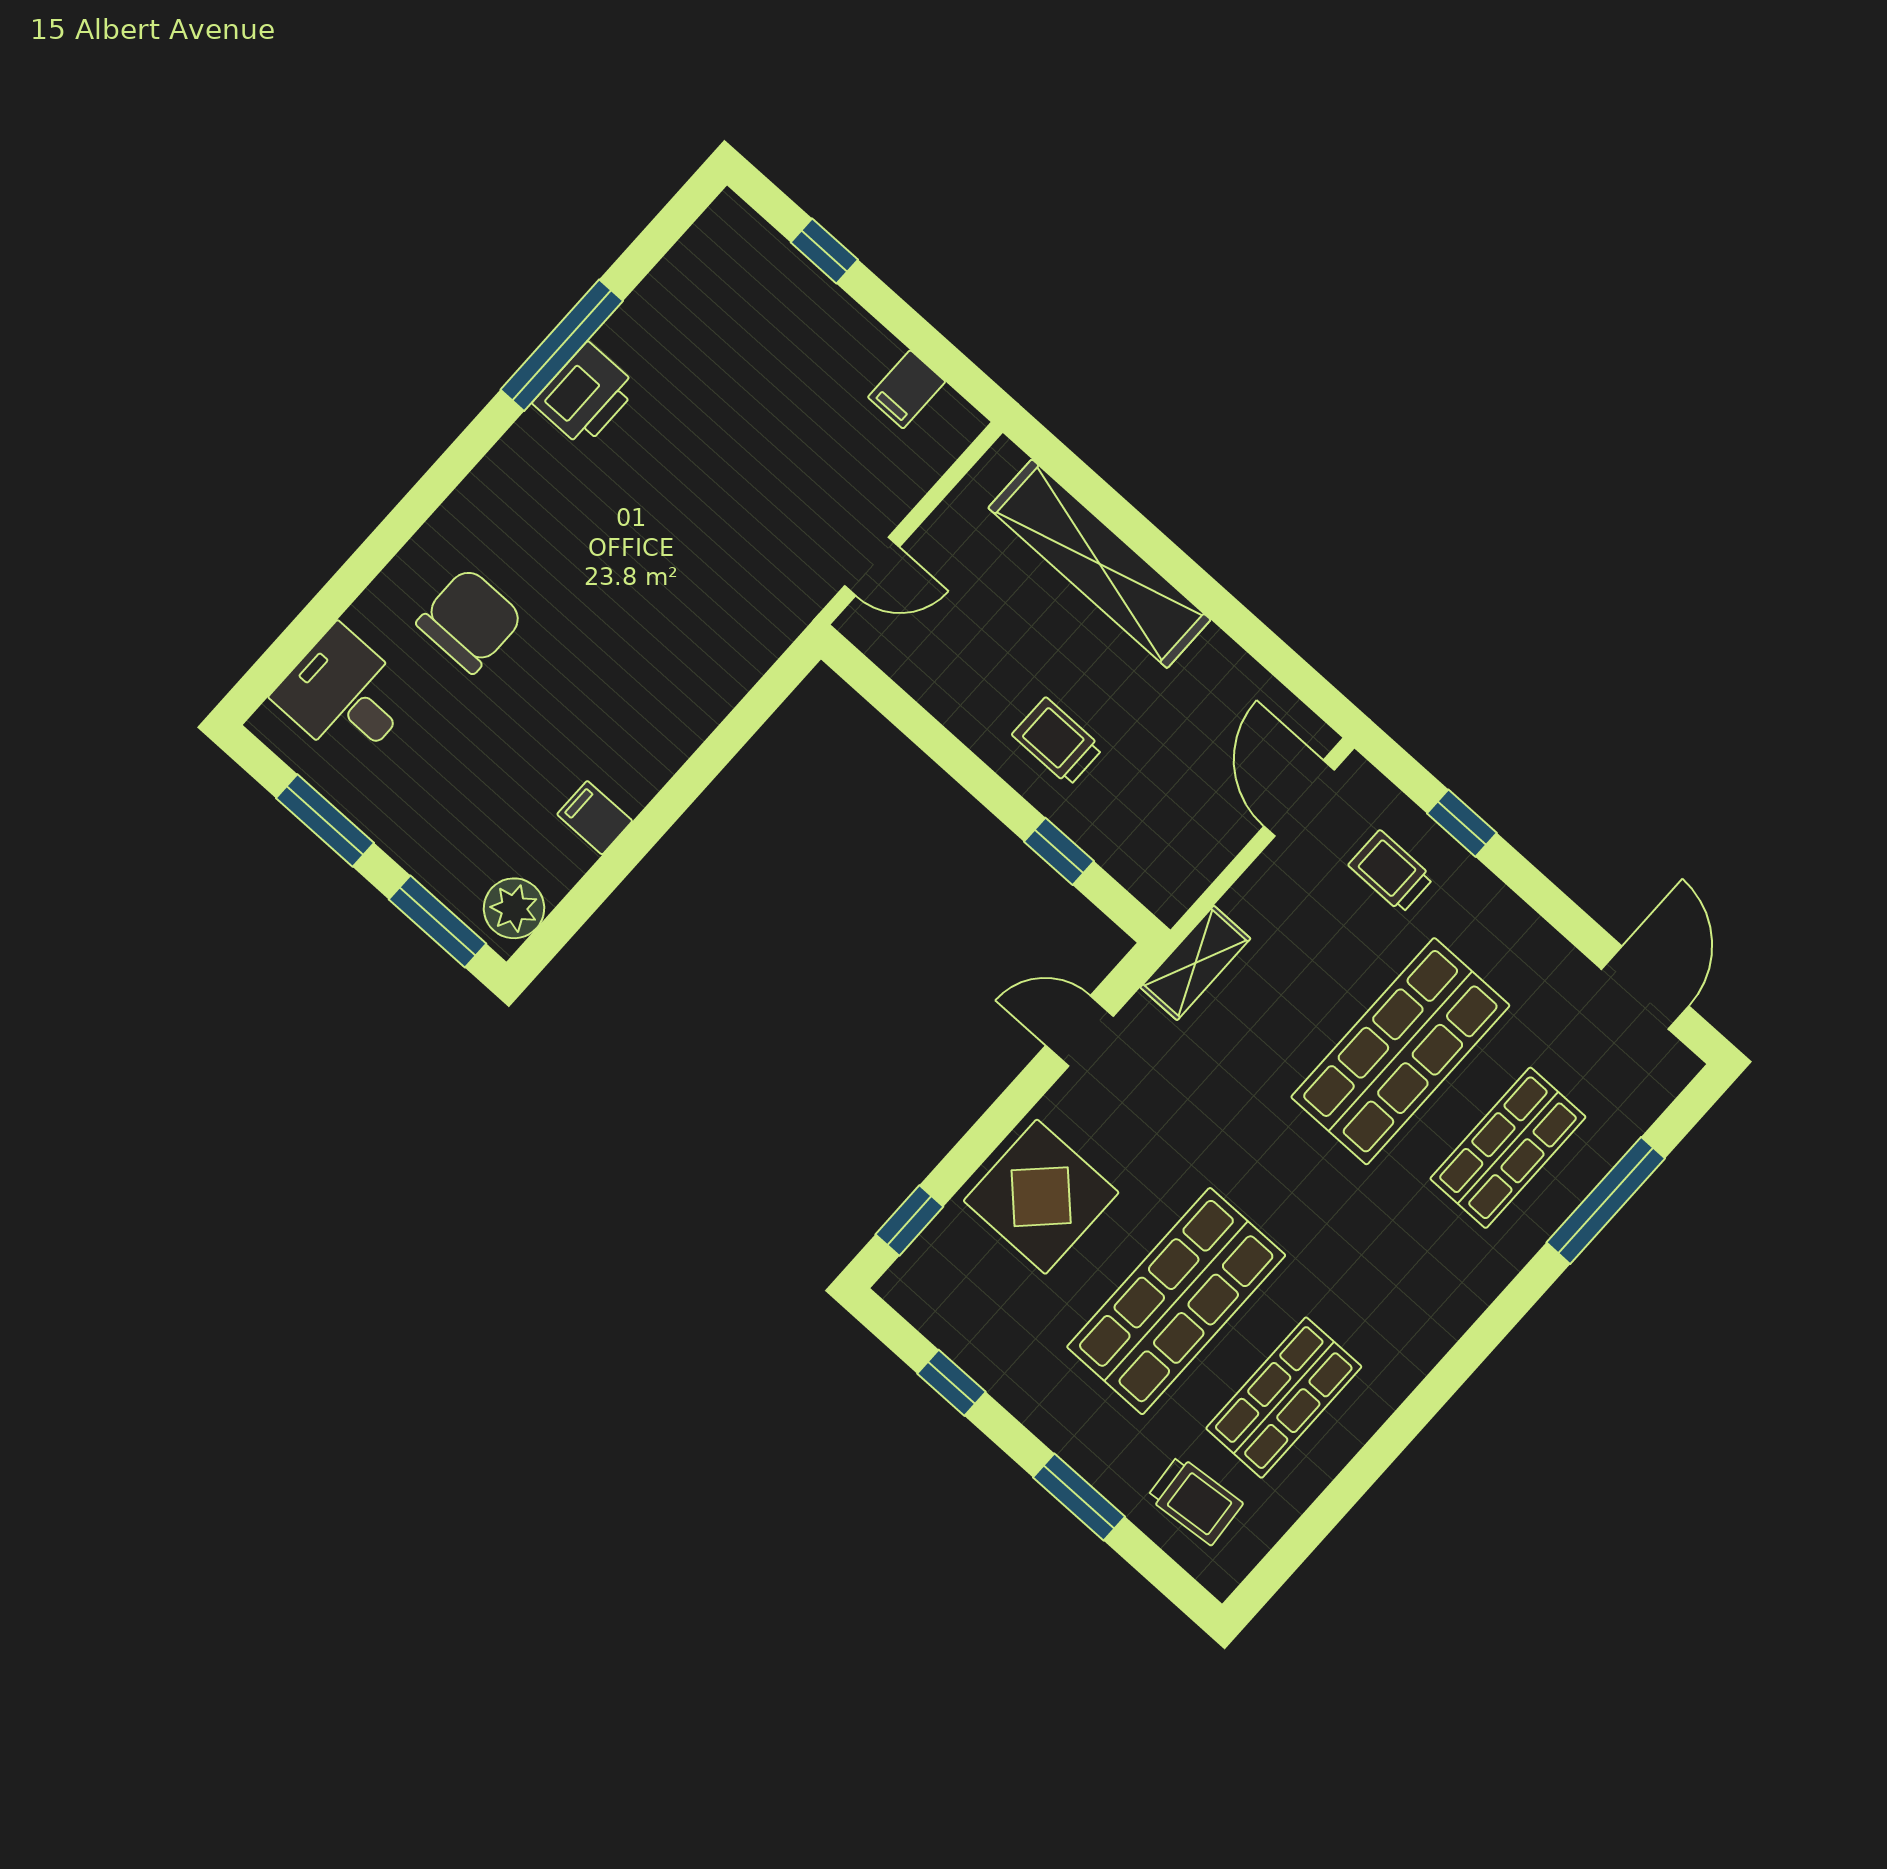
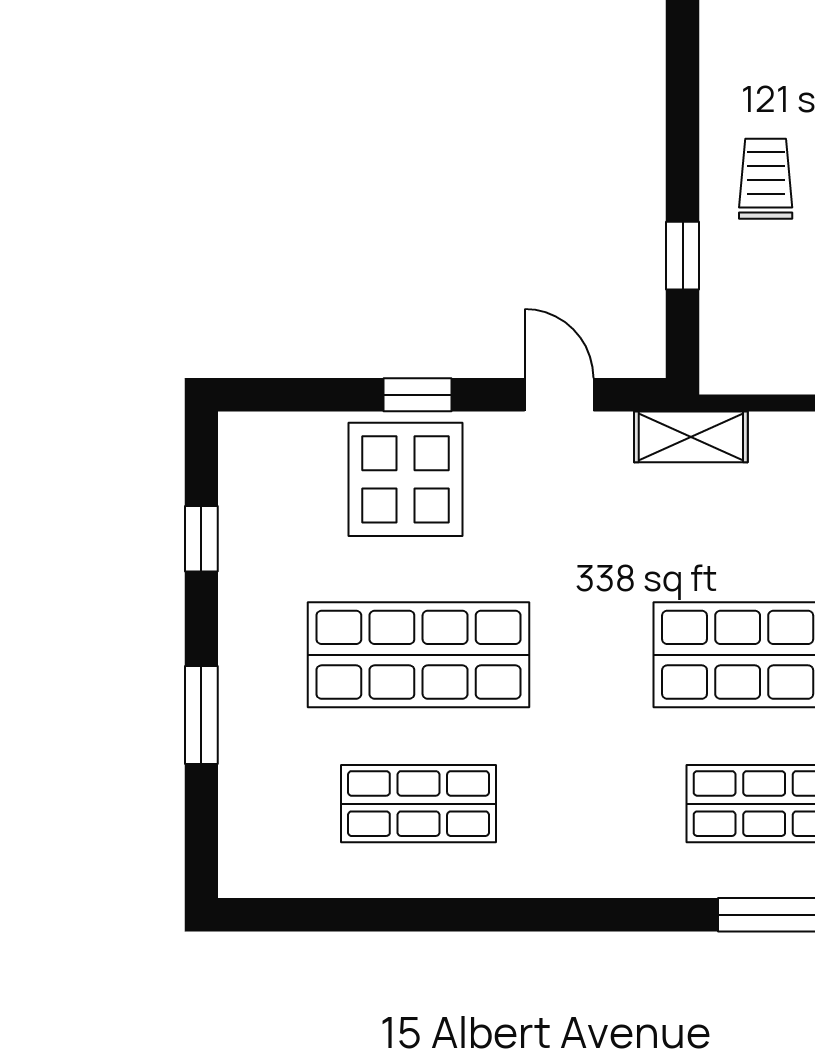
window: (909, 1220) -> (418, 395), moved
trolley: (1195, 1500) -> (279, 806), removed

